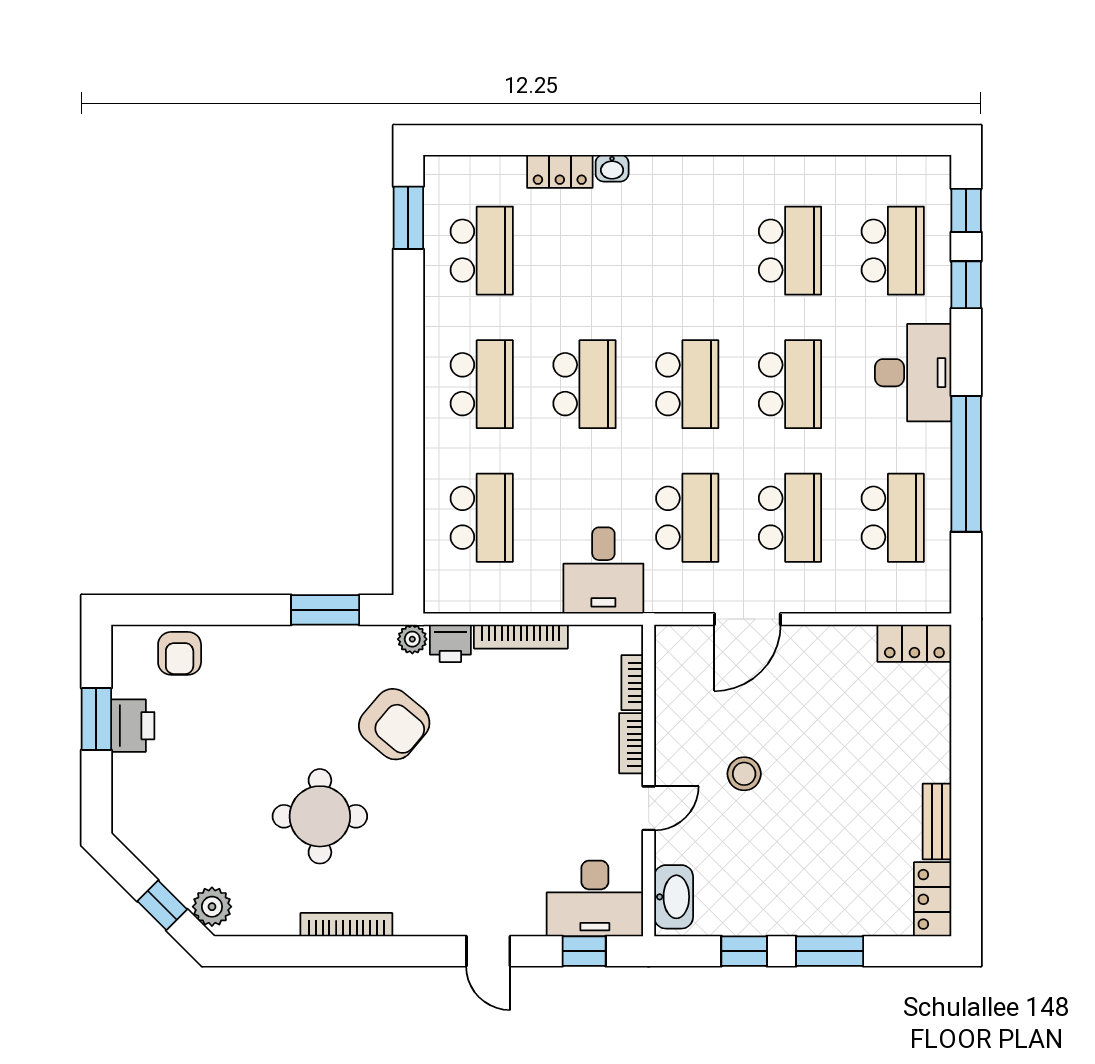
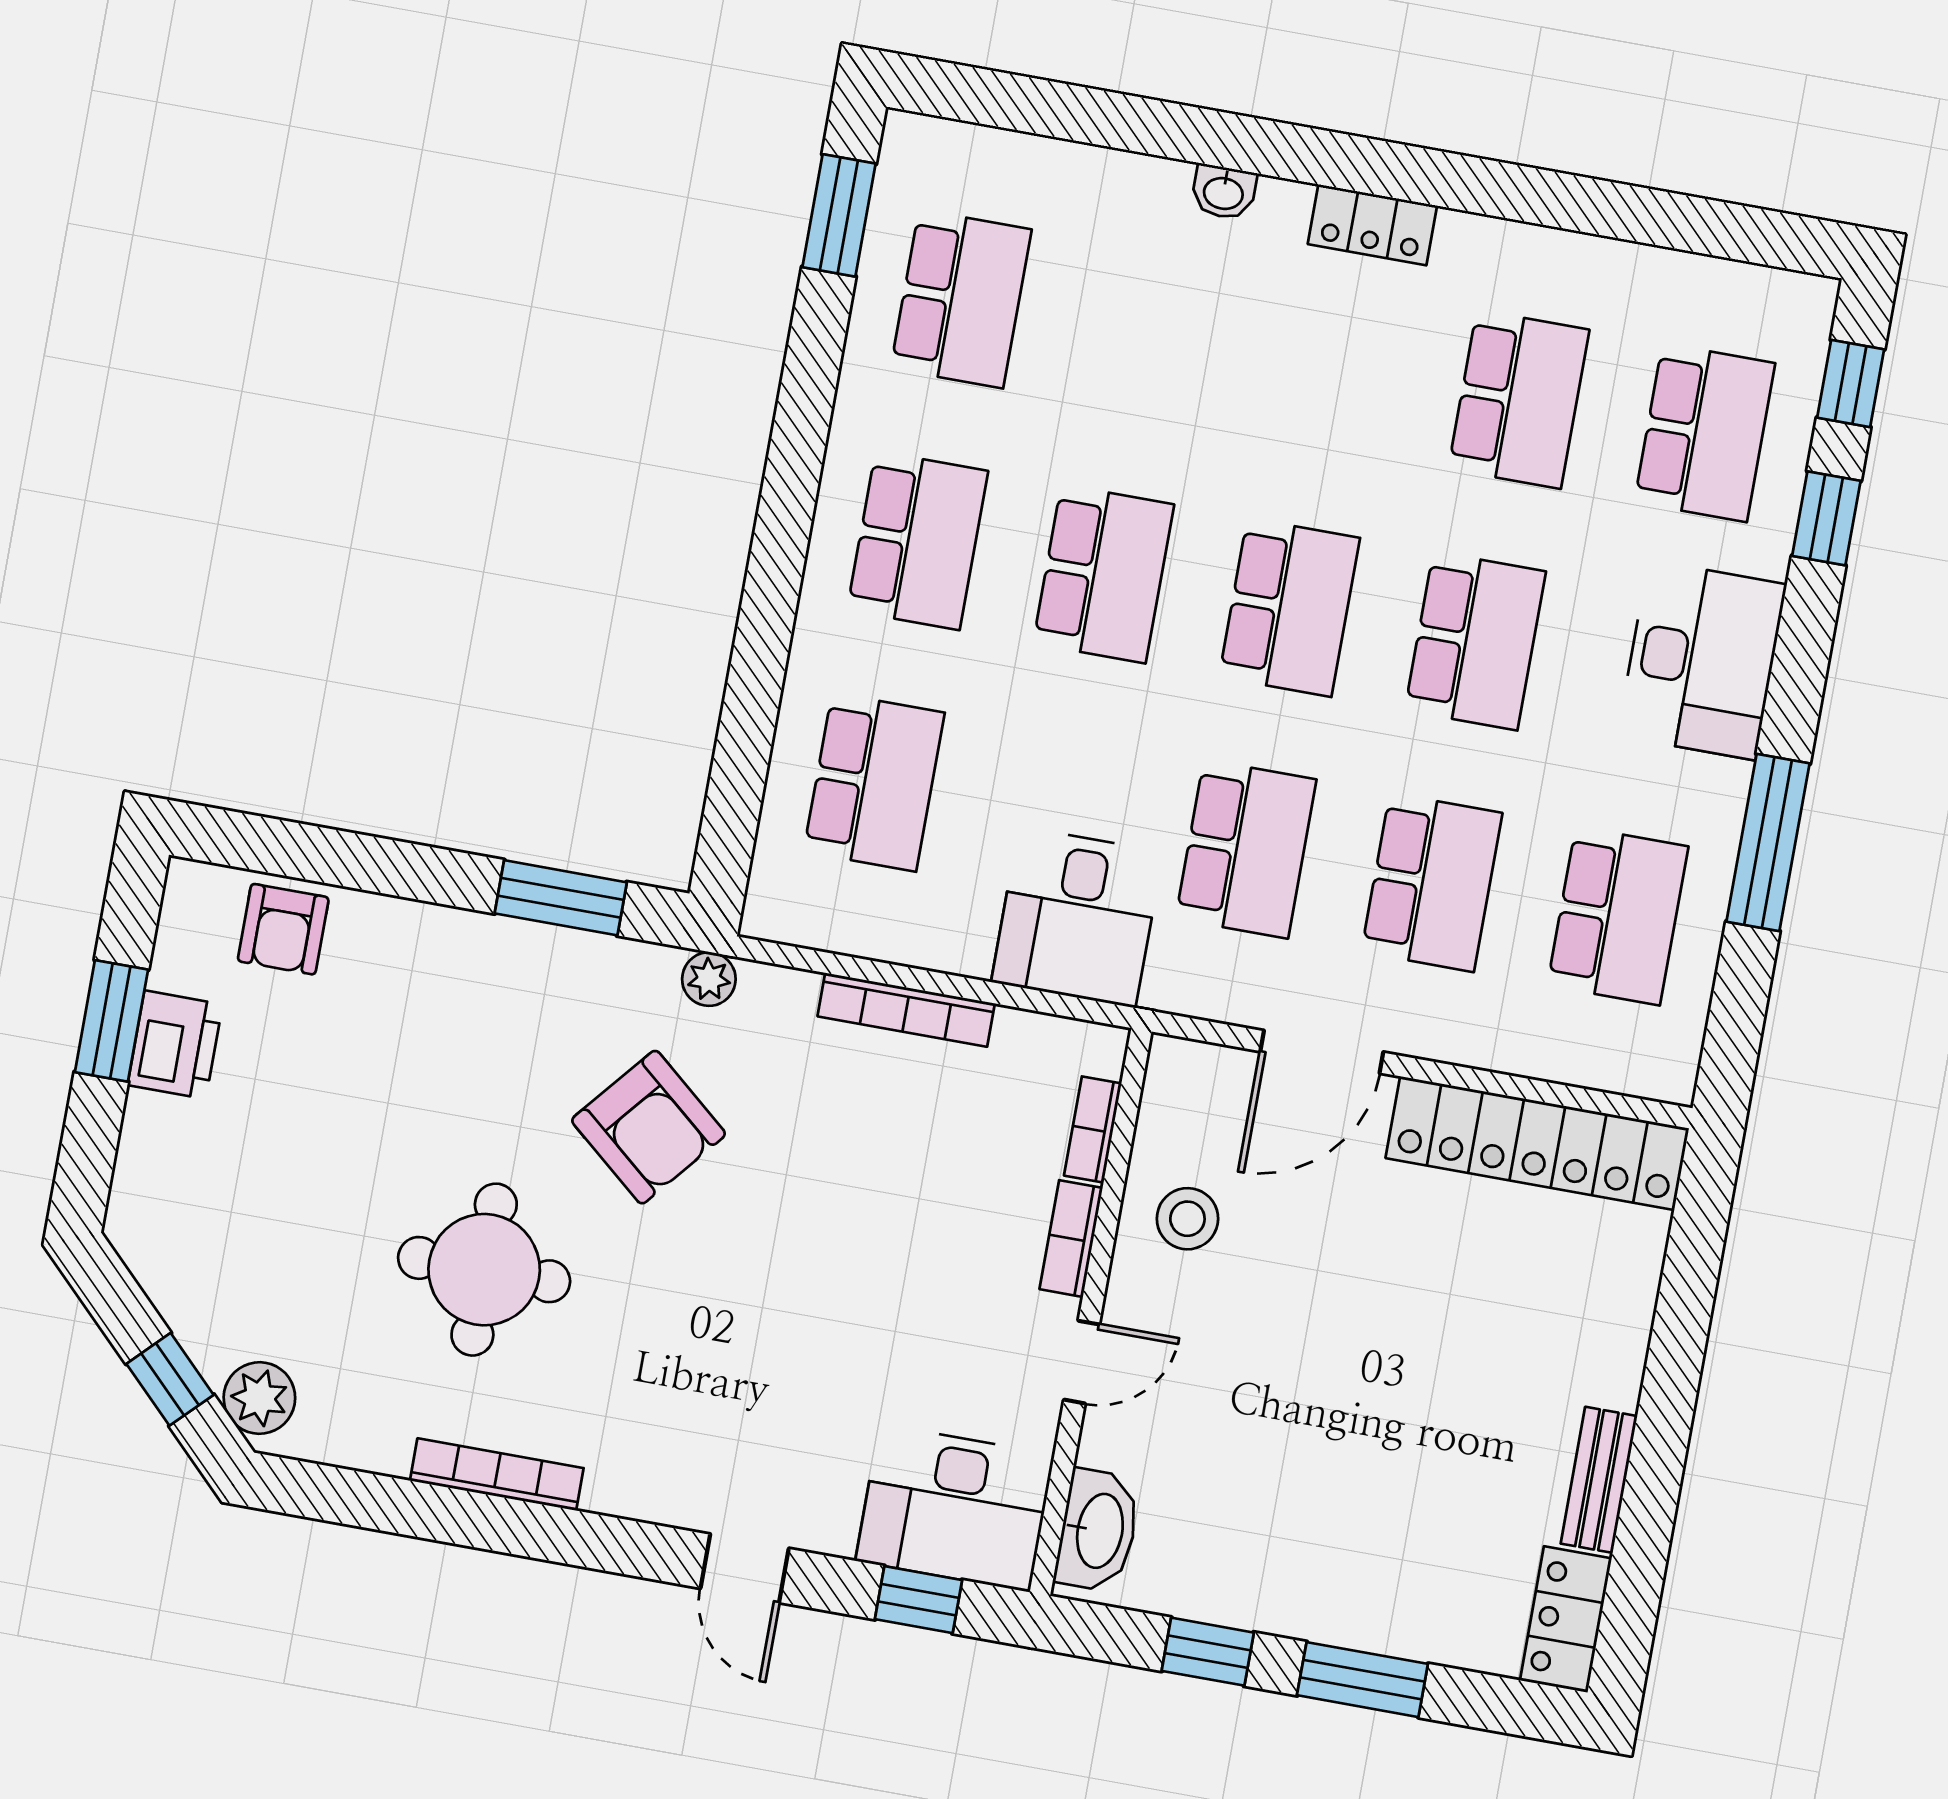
locker: (560, 171) -> (1372, 225), moved
window: (966, 464) -> (1768, 843), width x0.68
printer: (450, 643) -> (777, 999), removed
locker: (914, 643) -> (1537, 1143), width x2.16, depth x1.21
stool: (744, 774) -> (1187, 1219), moved

